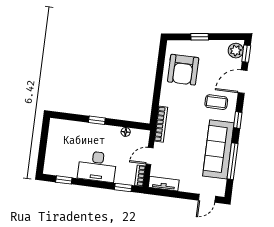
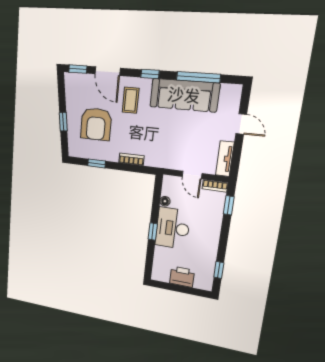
plant: (236, 51) -> (75, 81), removed
window: (160, 68) -> (97, 163), added
armchair: (183, 70) -> (96, 124), moved, turned 90
bookcase: (161, 124) -> (131, 159), moved, width x0.64
printer: (55, 147) -> (182, 277), added
desk: (97, 166) -> (173, 228), moved, turned 180
door: (207, 198) -> (241, 124), moved

